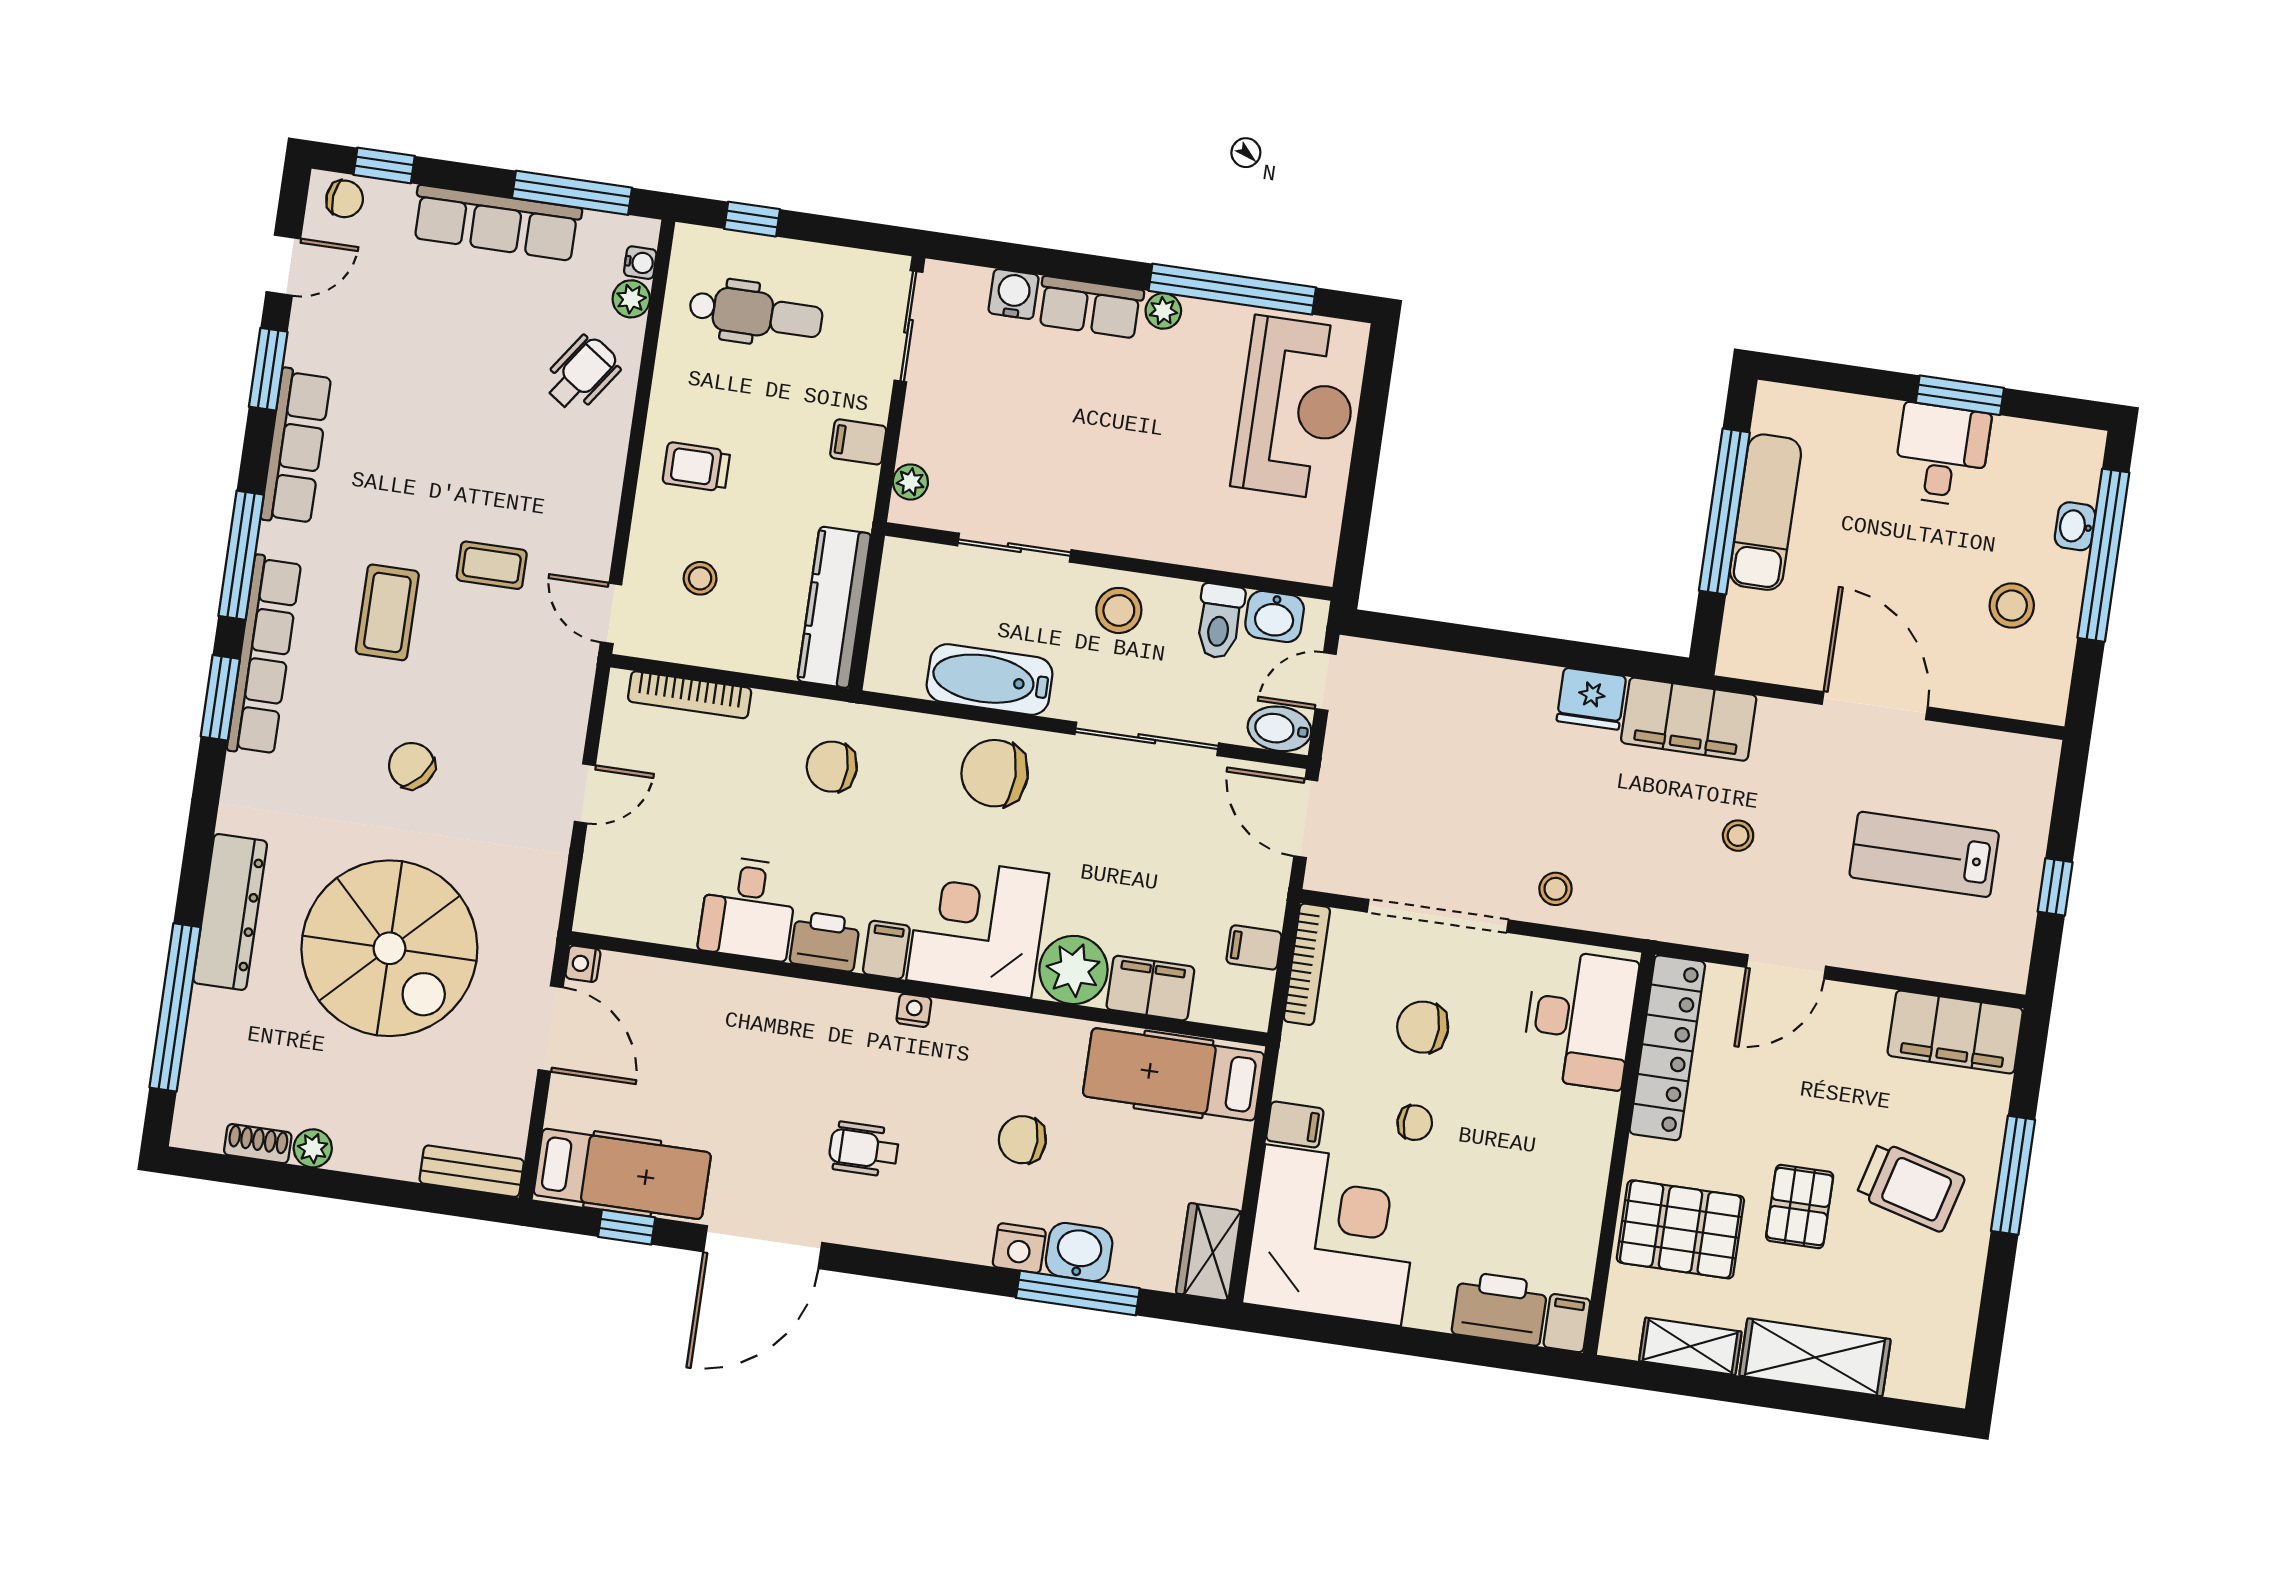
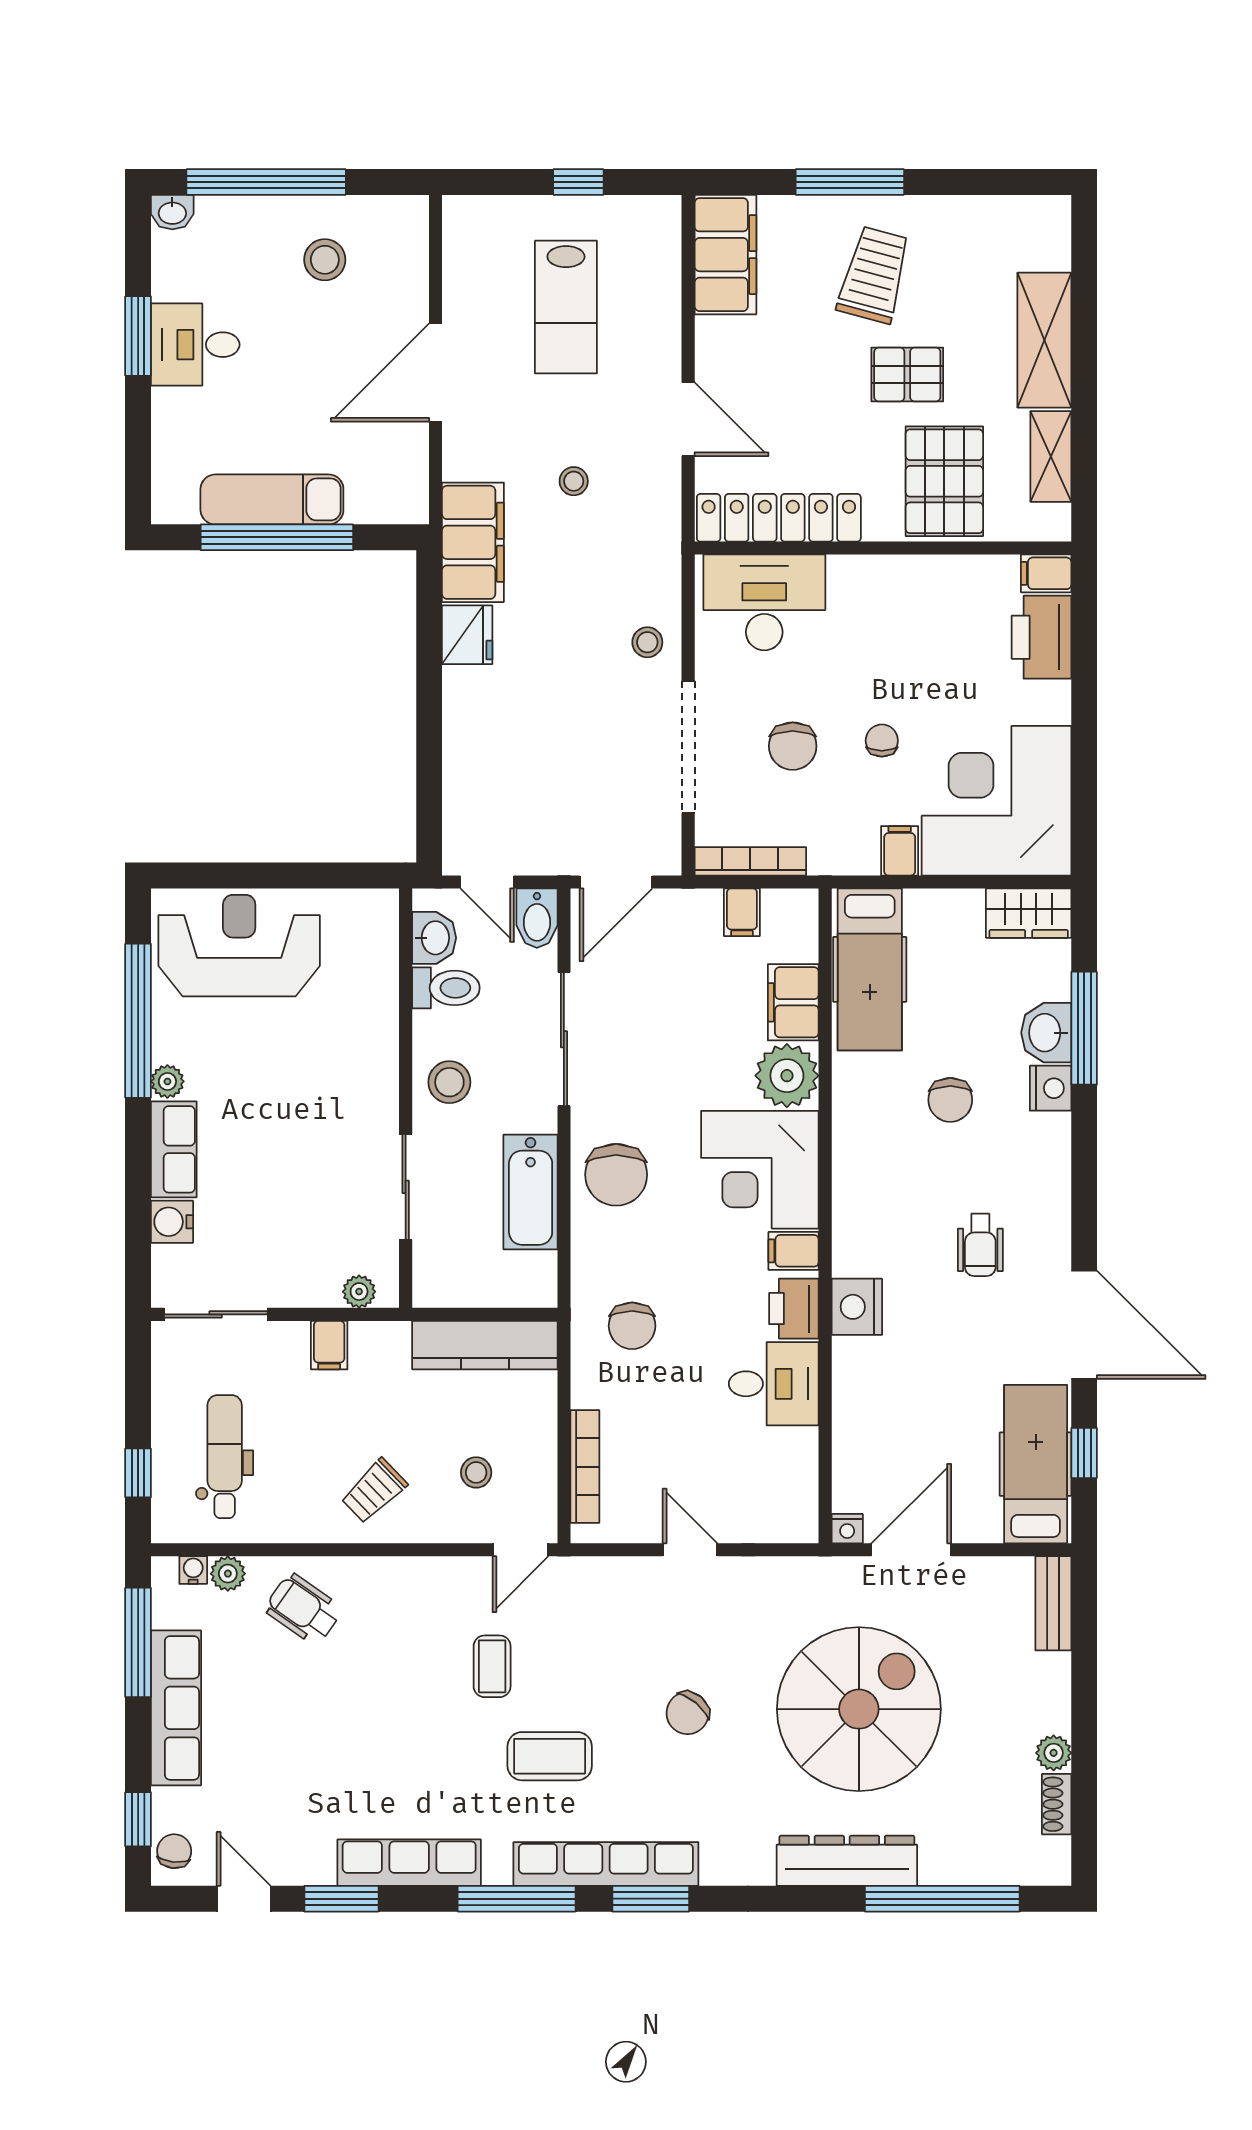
trolley: (696, 467) -> (374, 1491), turned 46
washbasin: (2075, 526) -> (172, 212), moved
nightstand: (914, 1010) -> (857, 1307), moved, width x1.89, depth x1.79

